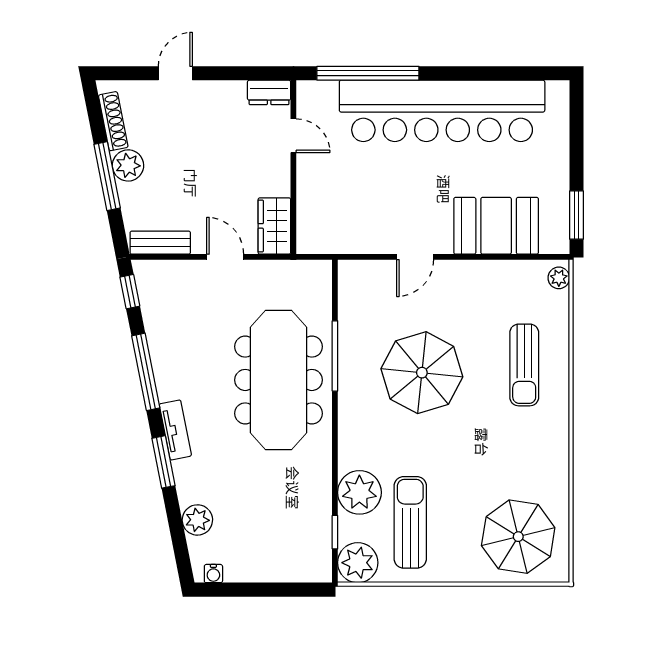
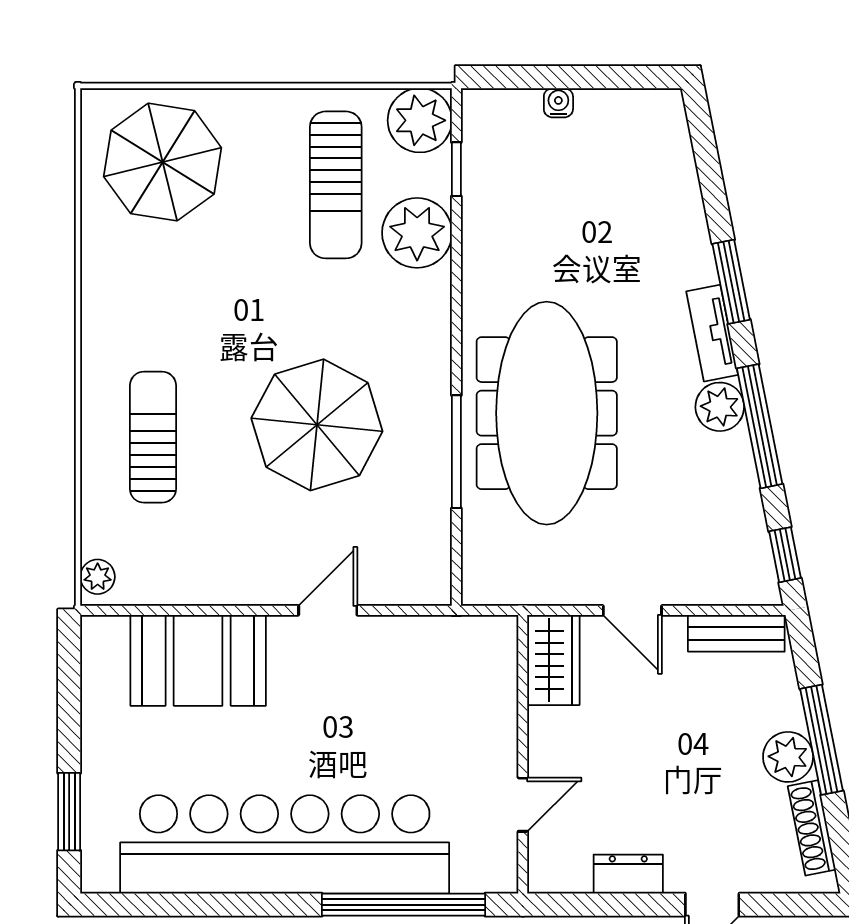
dresser: (269, 92) -> (628, 874), moved
door: (293, 136) -> (523, 805), swing flipped
window: (577, 215) -> (69, 812), moved
plant: (197, 520) -> (720, 407), moved
water cooler: (213, 574) -> (558, 103), moved

